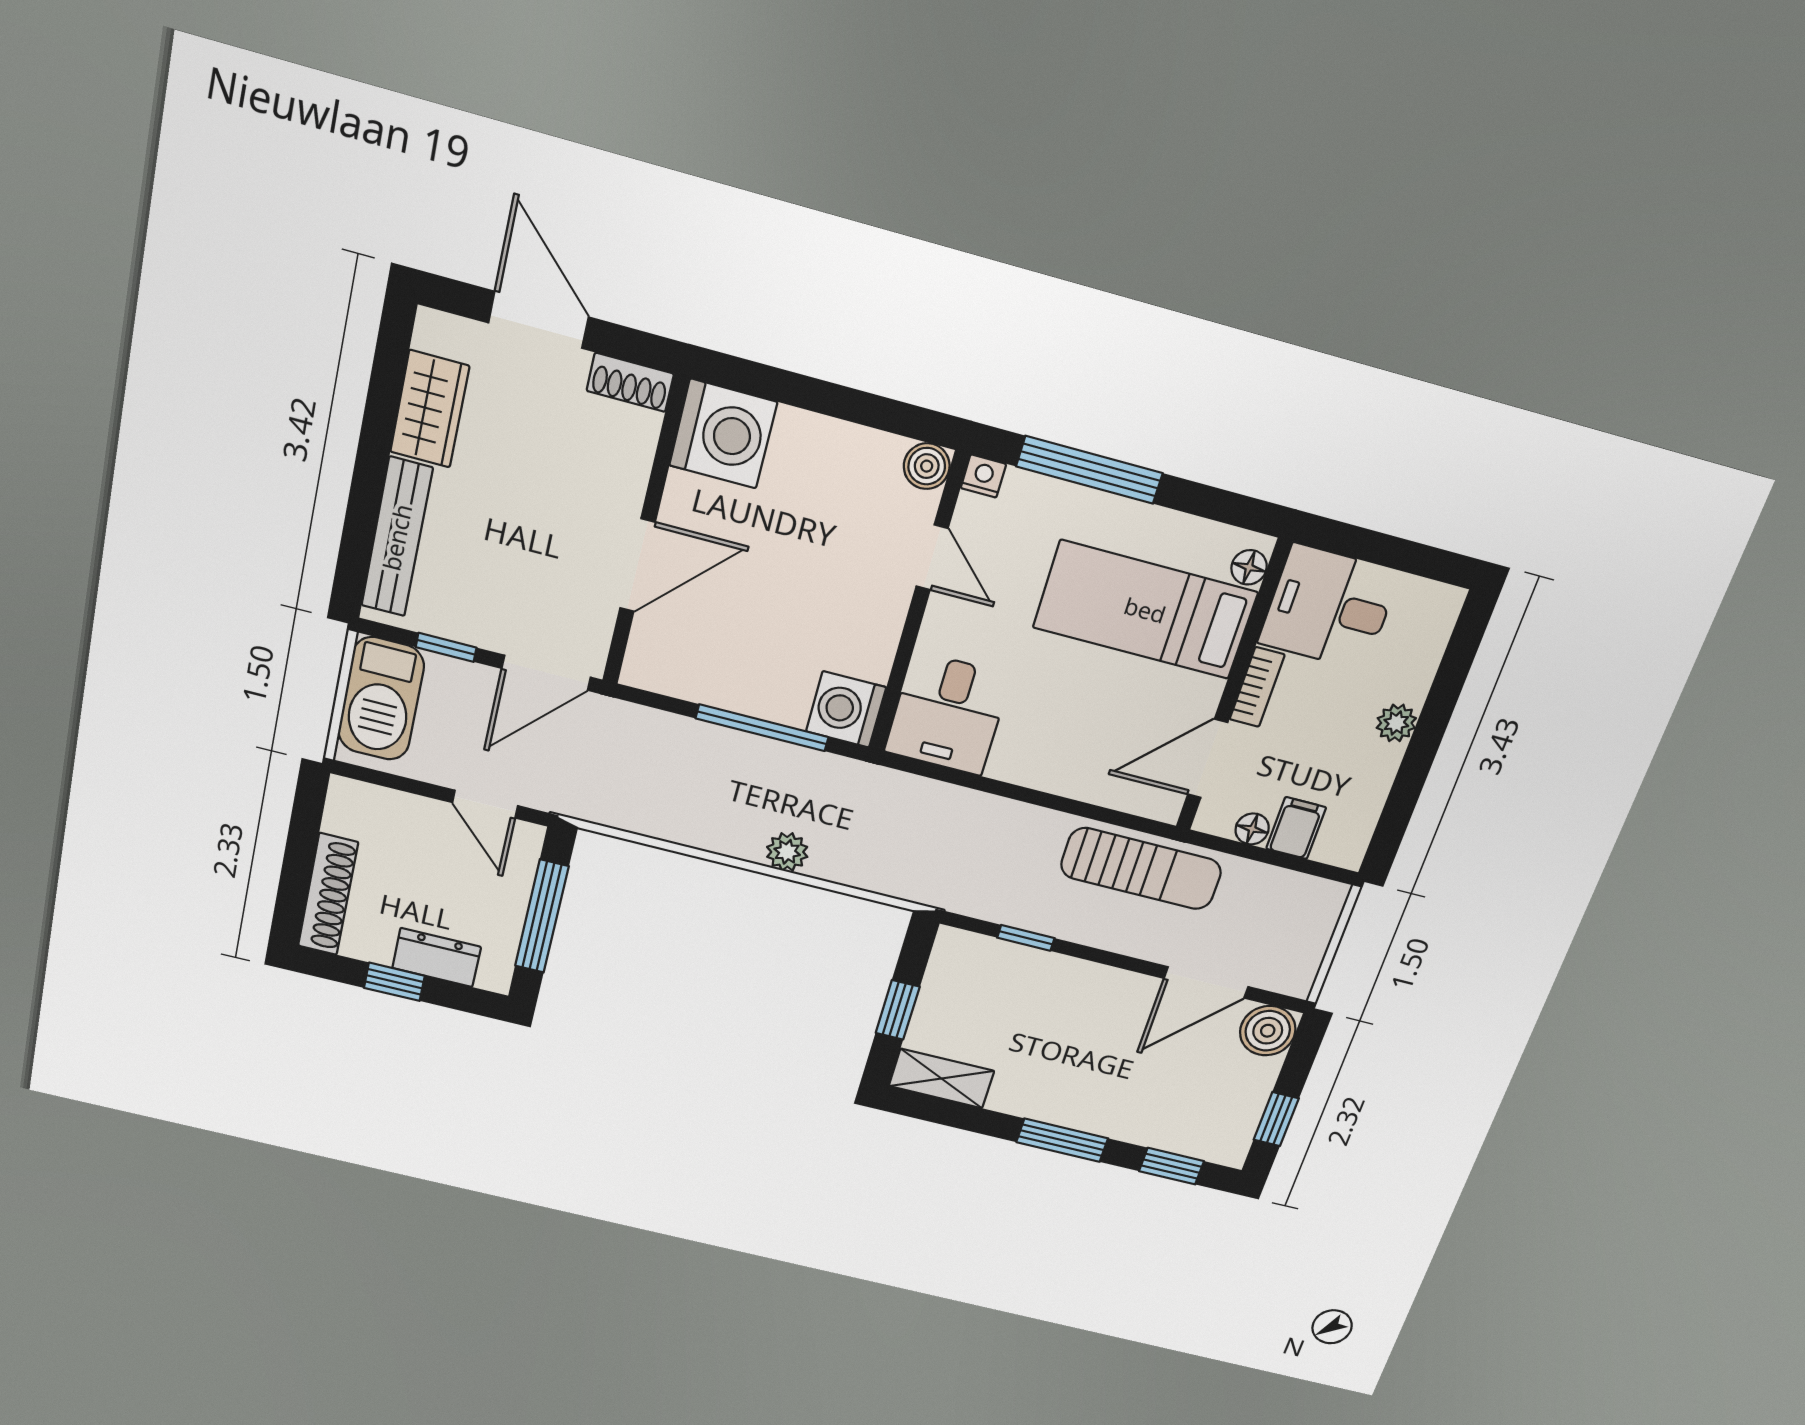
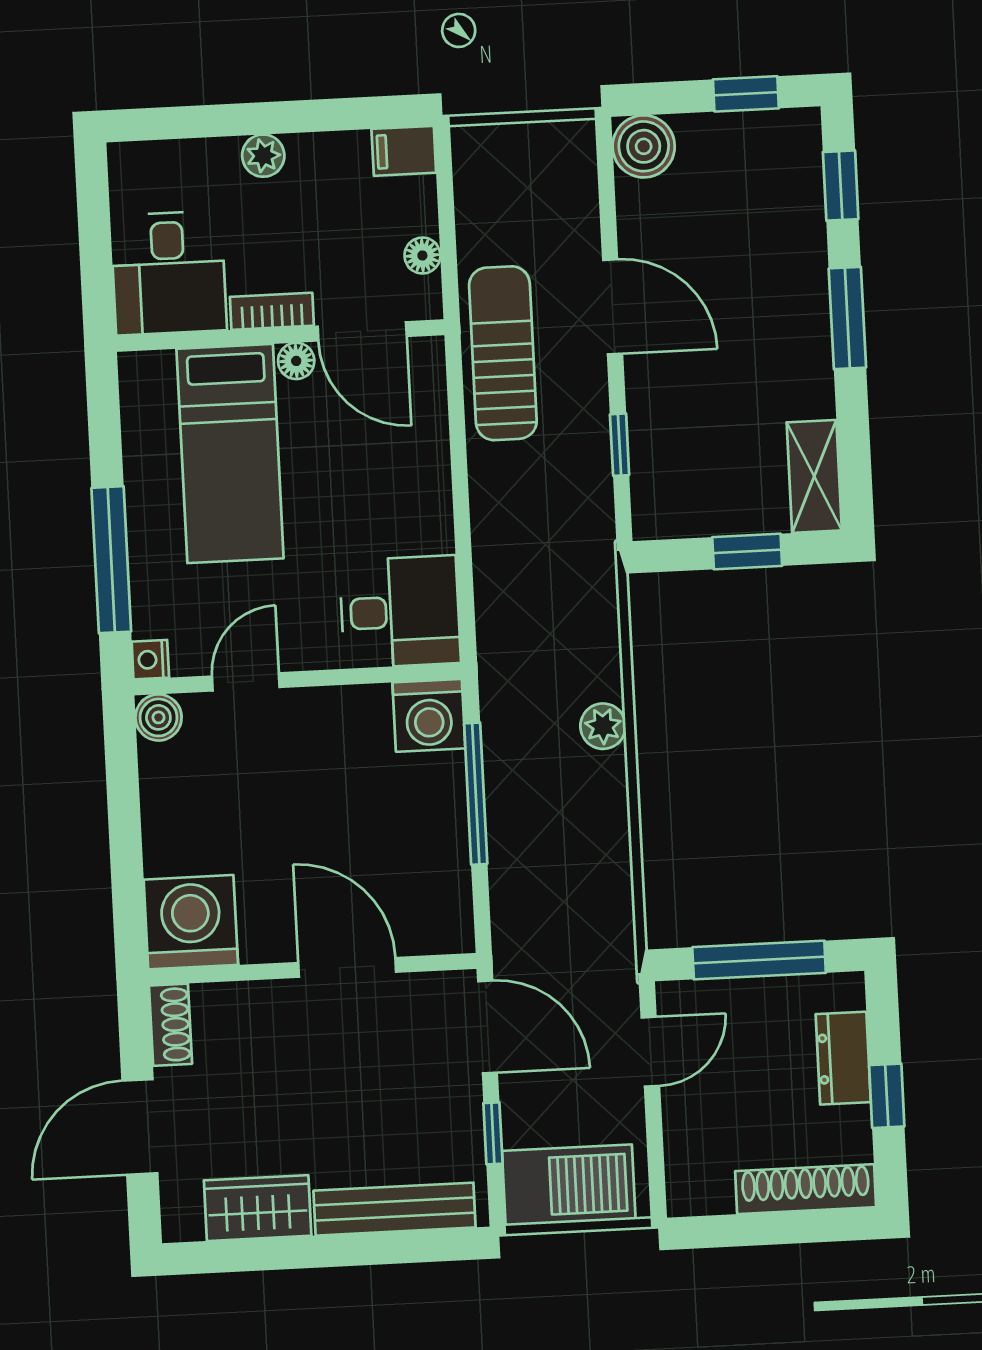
floor lamp: (1249, 567) -> (296, 361), moved
filing cabinet: (1296, 828) -> (404, 151), moved
door: (1206, 982) -> (613, 307), moved

